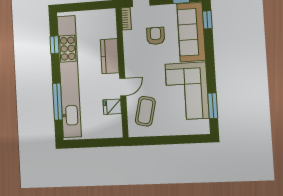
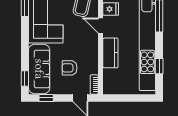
armchair: (156, 36) -> (70, 68), turned 90
door: (123, 87) -> (101, 26), hinge flipped

